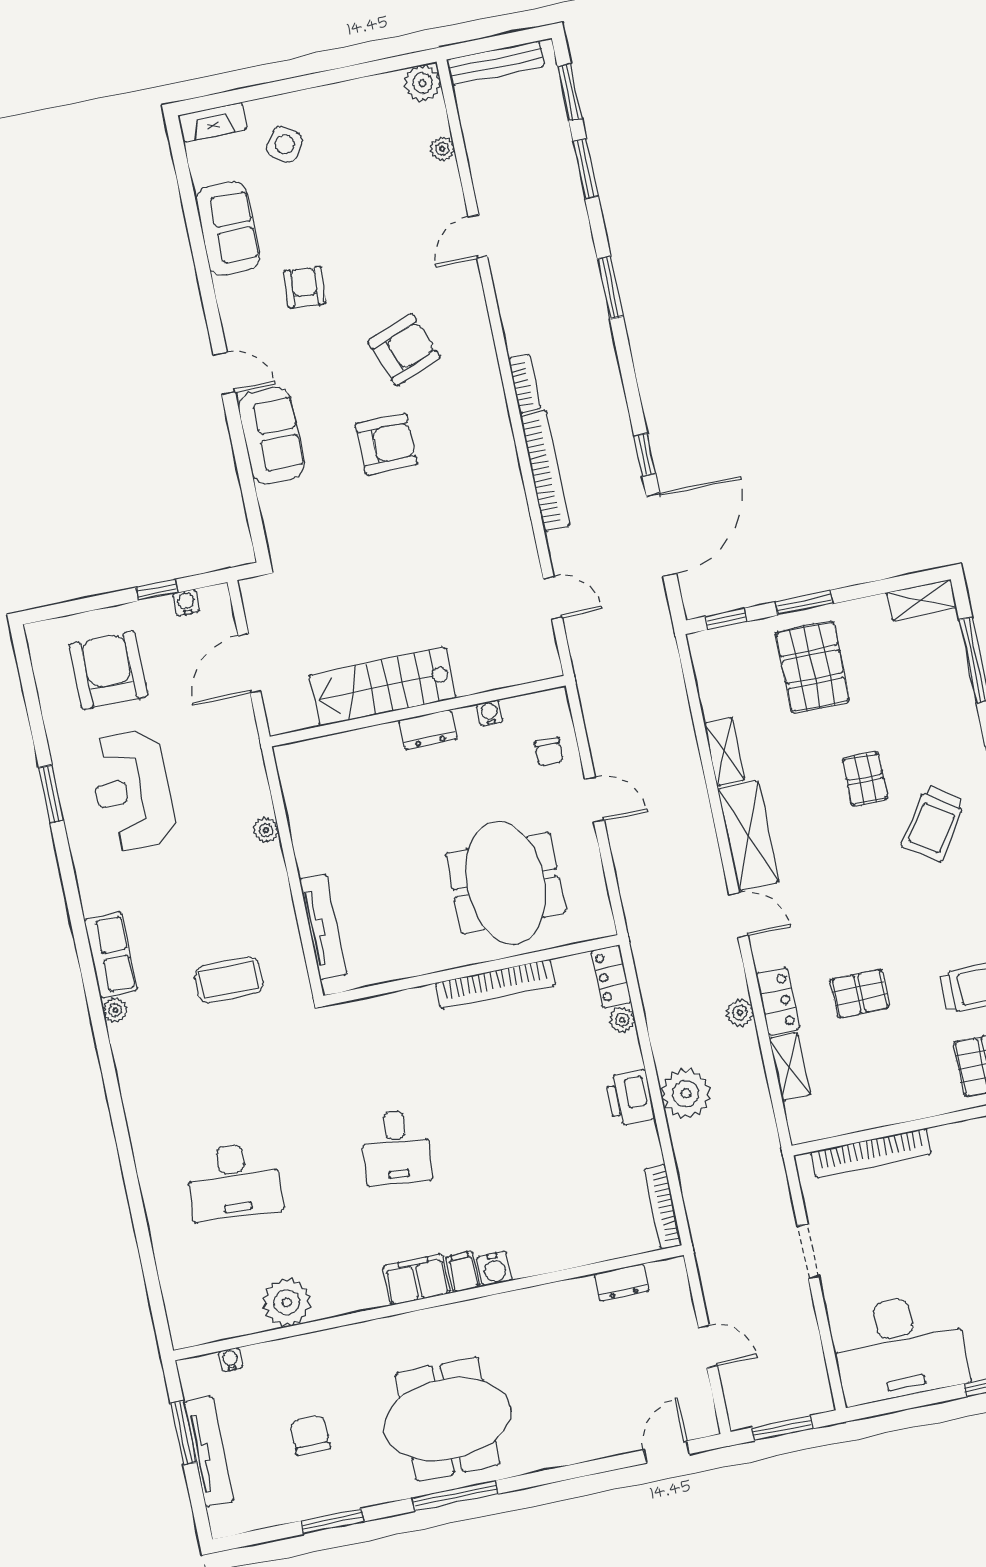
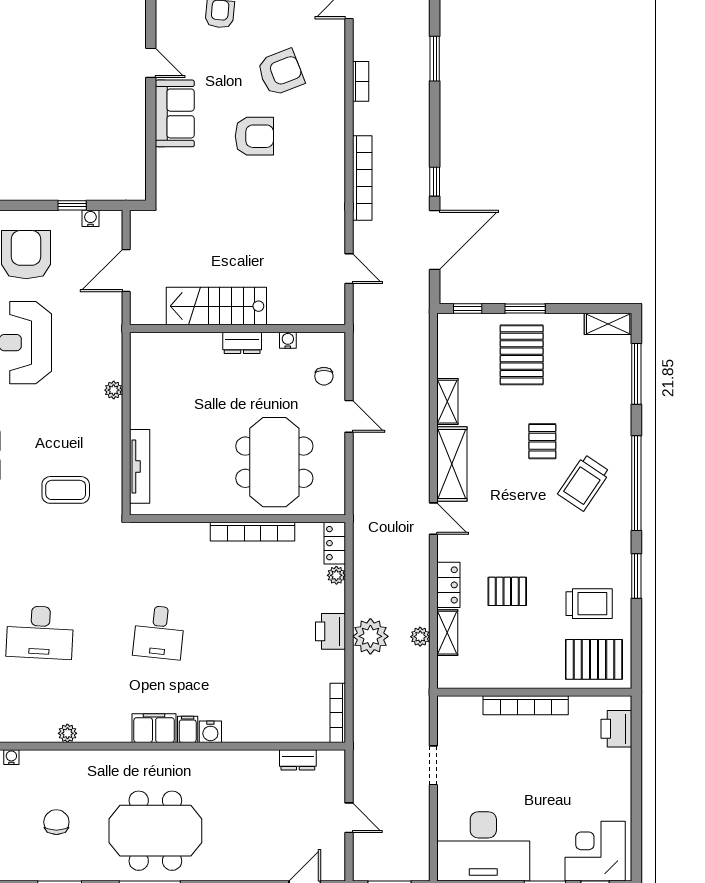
bookcase: (525, 384) -> (361, 81), moved
plant: (740, 1013) -> (420, 637), moved
bookcase: (871, 1153) -> (526, 705), moved
plant: (287, 1302) -> (67, 733), width x0.53, depth x0.53

